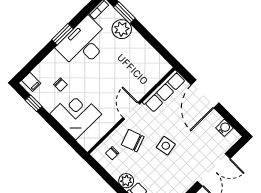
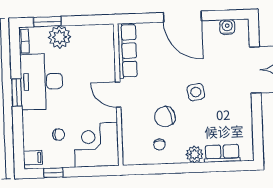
row of seats: (164, 91) -> (127, 51), moved
door: (131, 111) -> (118, 95), moved
wall: (131, 111) -> (118, 95), moved

